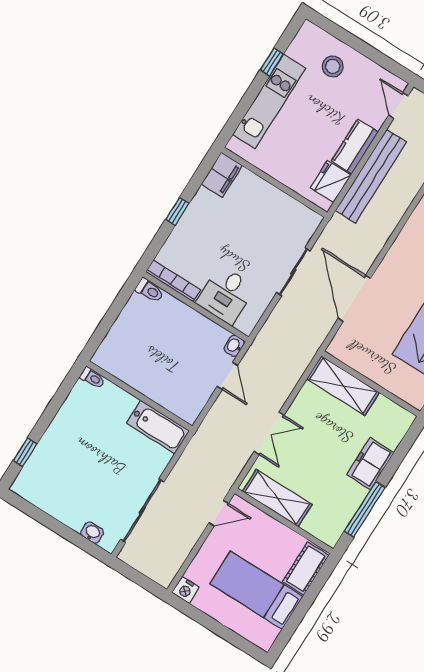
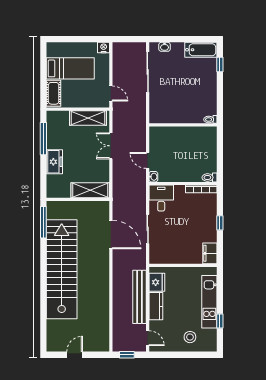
desk: (226, 295) -> (161, 198), moved
bathtub: (158, 427) -> (201, 50), moved, turned 180
door: (219, 513) -> (111, 93), swing flipped

